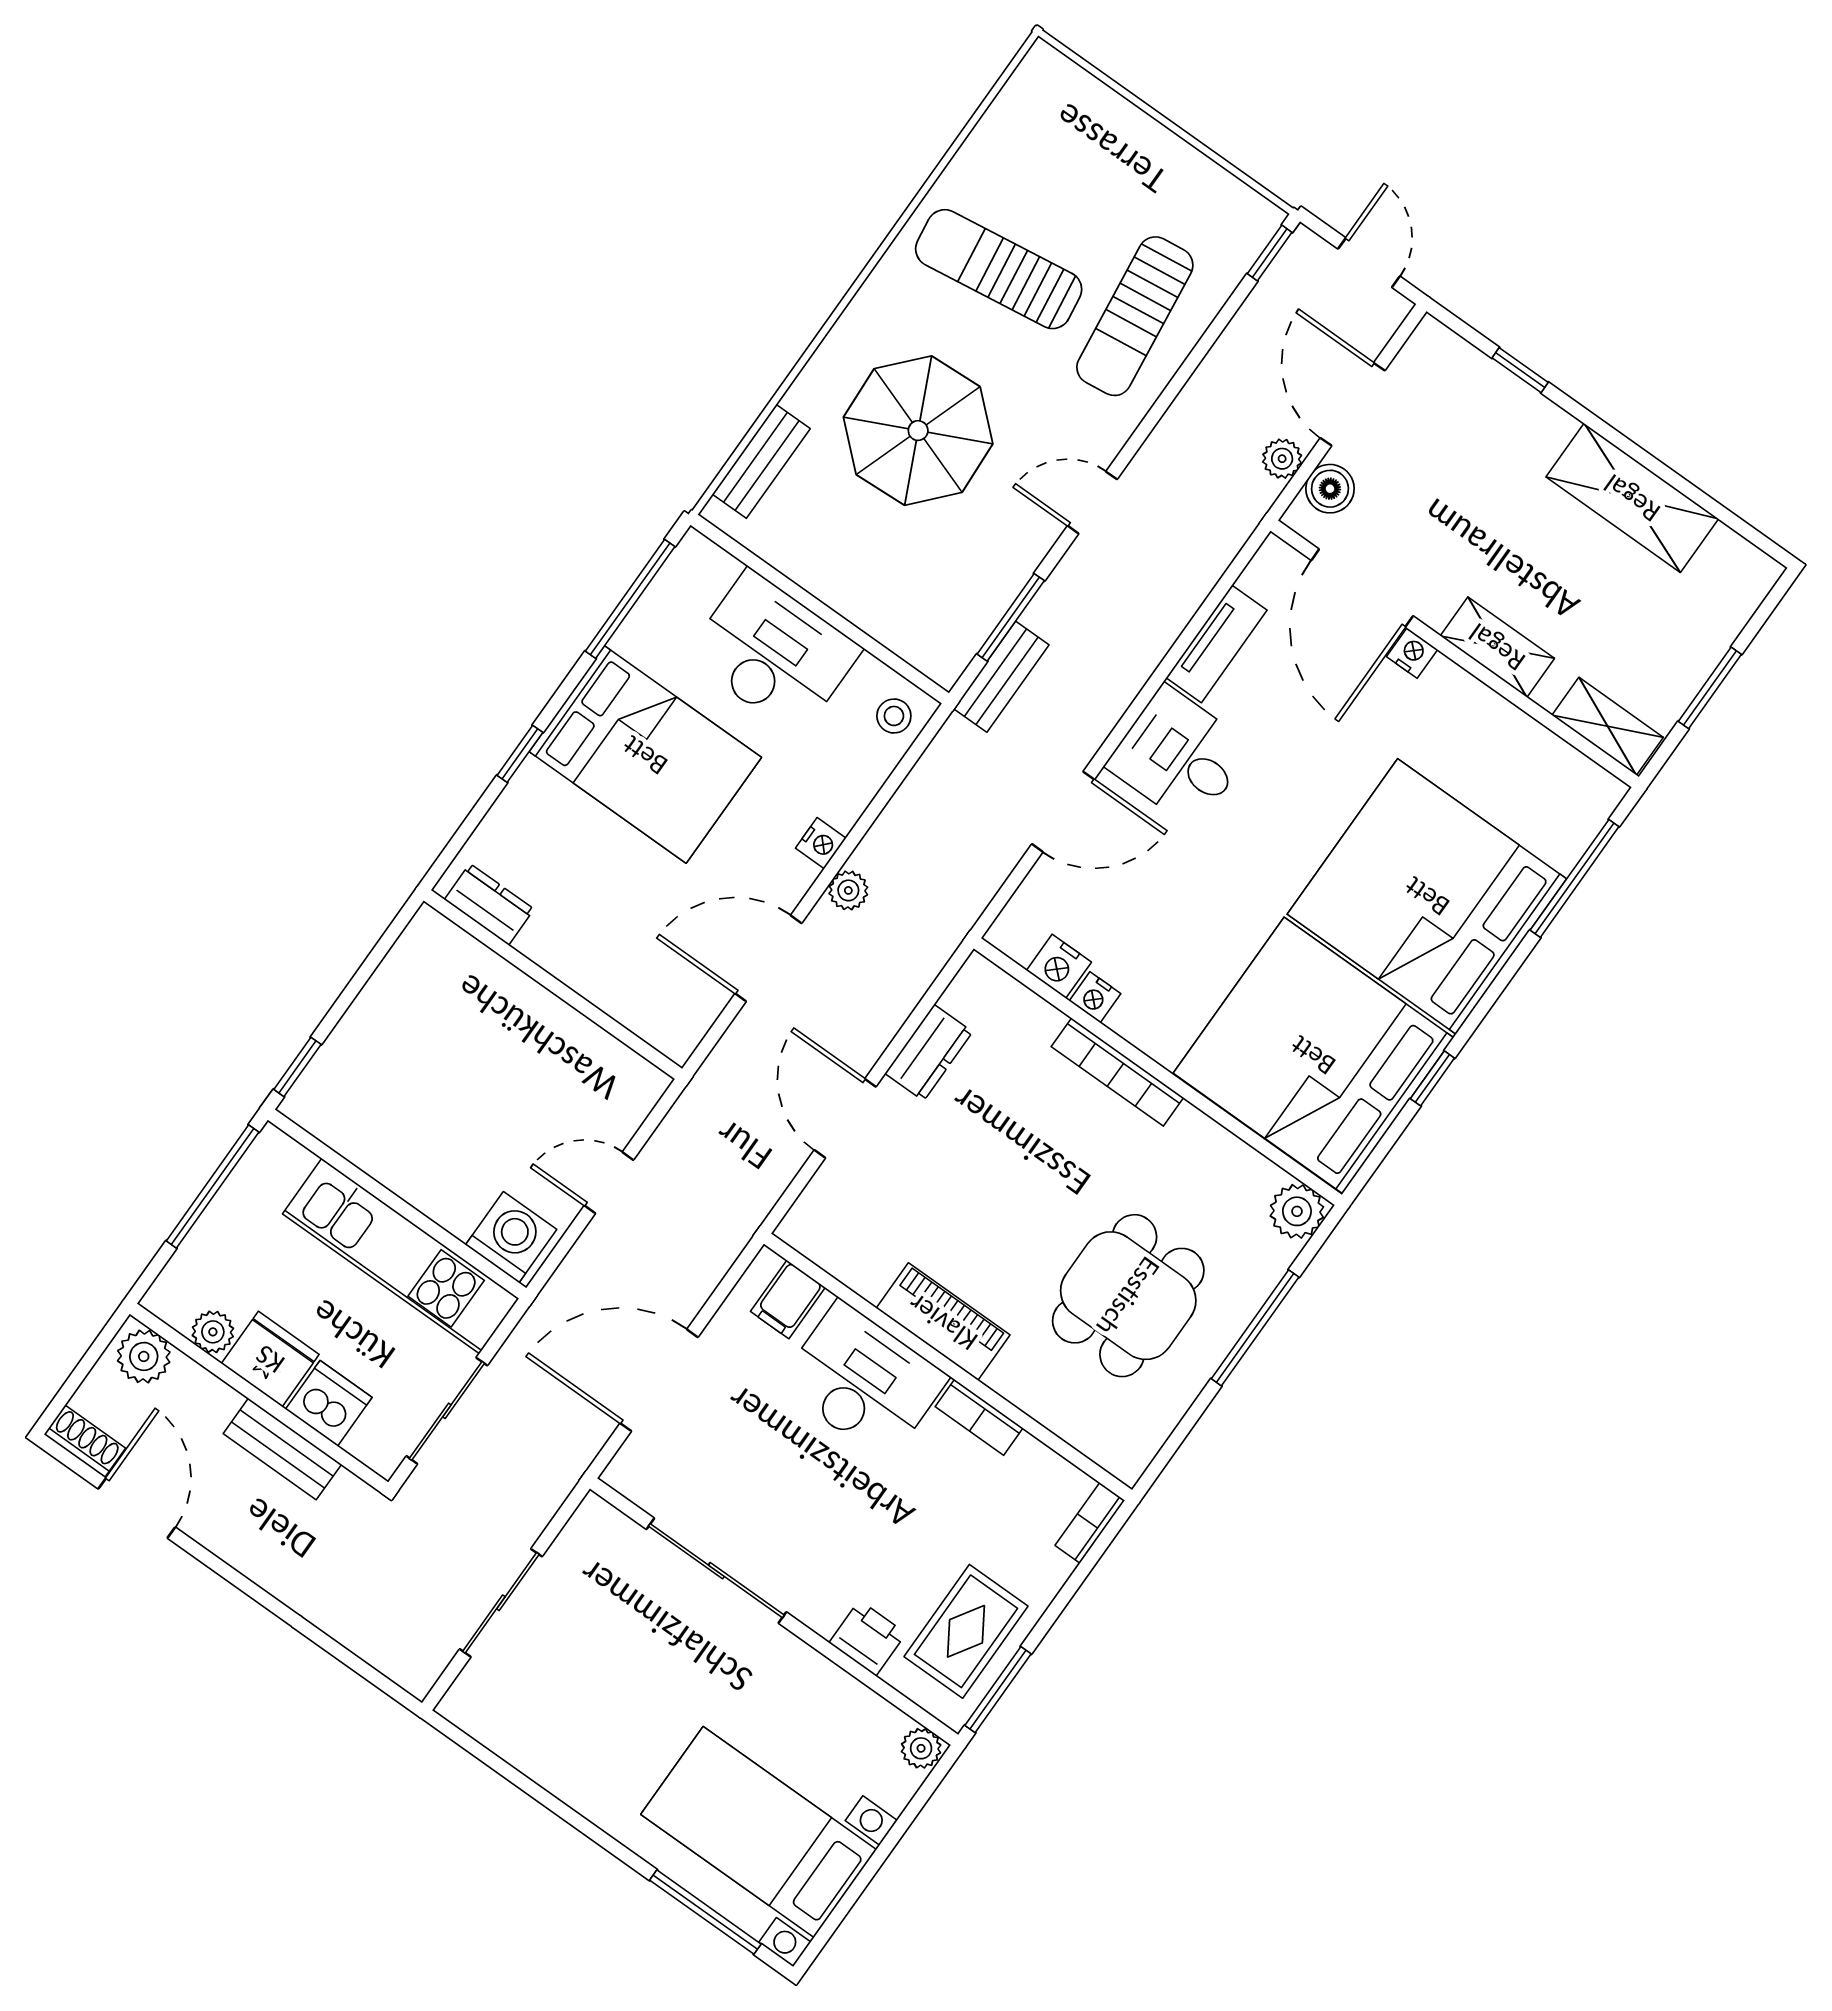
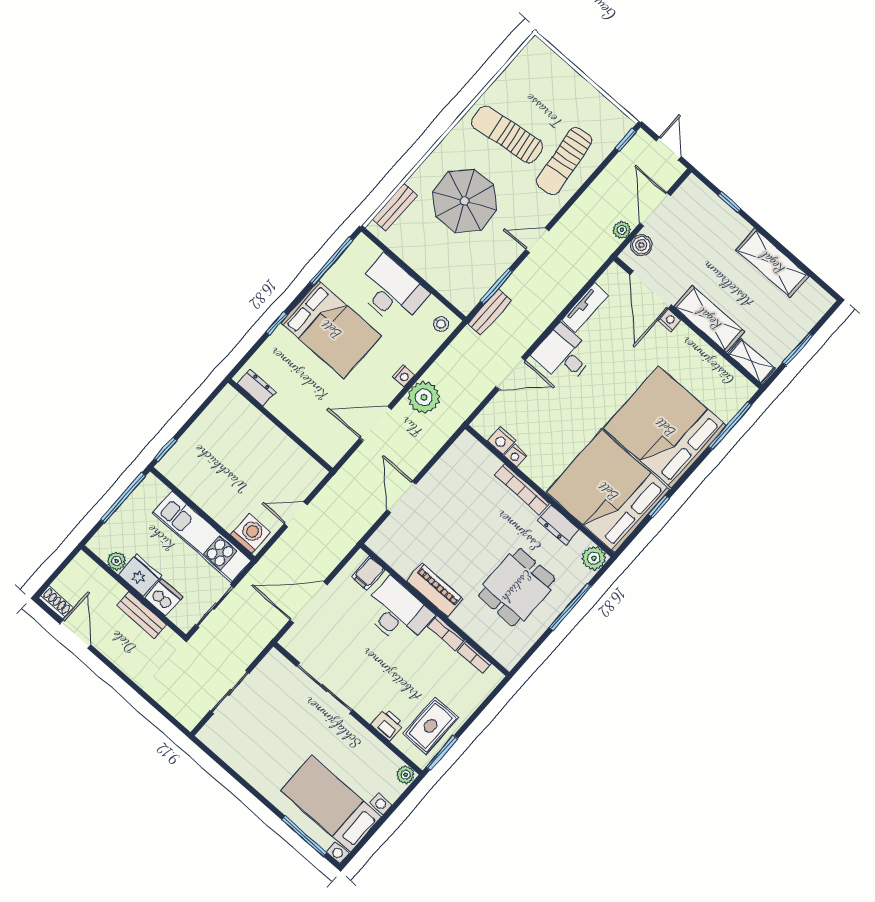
shelving: (1497, 647) -> (709, 319), width x1.50, depth x1.33
plant: (848, 890) -> (424, 397), width x1.88, depth x1.88
dresser: (929, 1053) -> (558, 525), moved, turned 90
plant: (144, 1356) -> (85, 569), removed
bookcase: (1090, 1523) -> (474, 657), moved, turned -90

